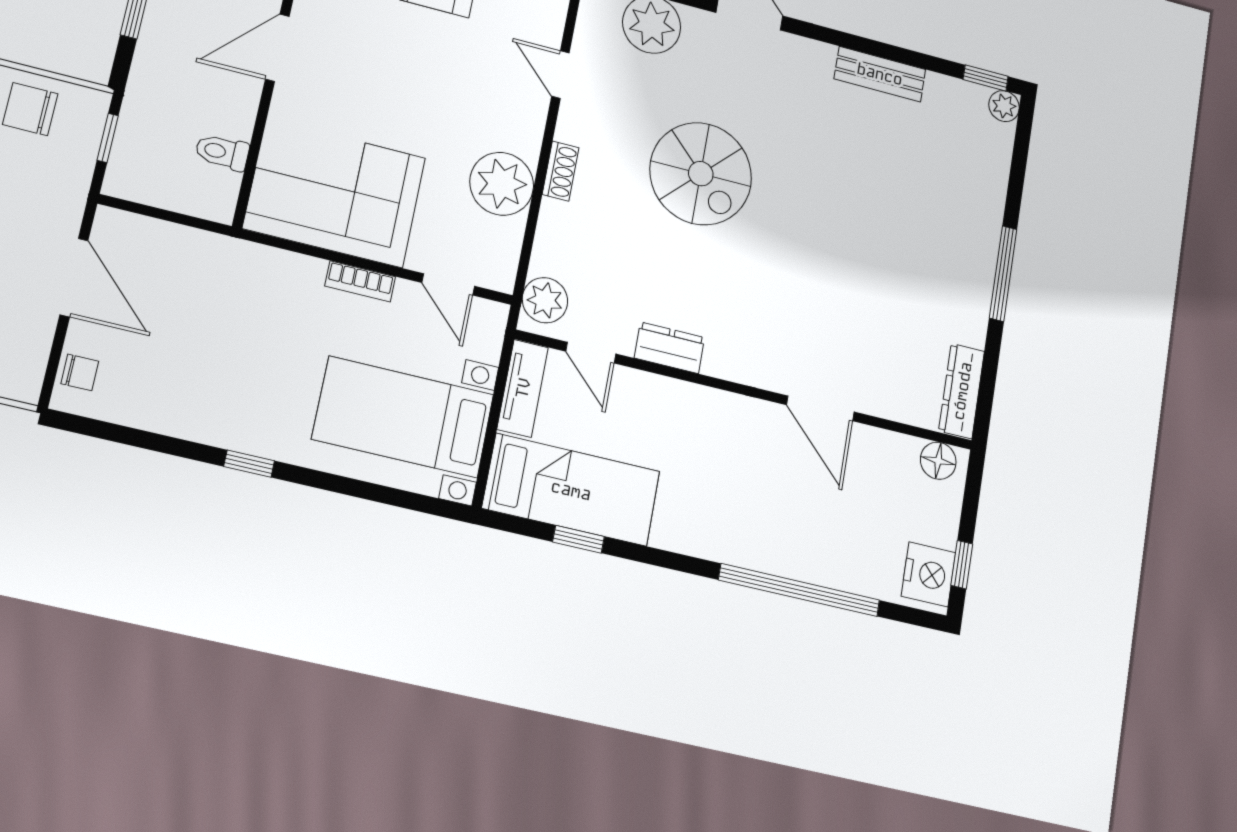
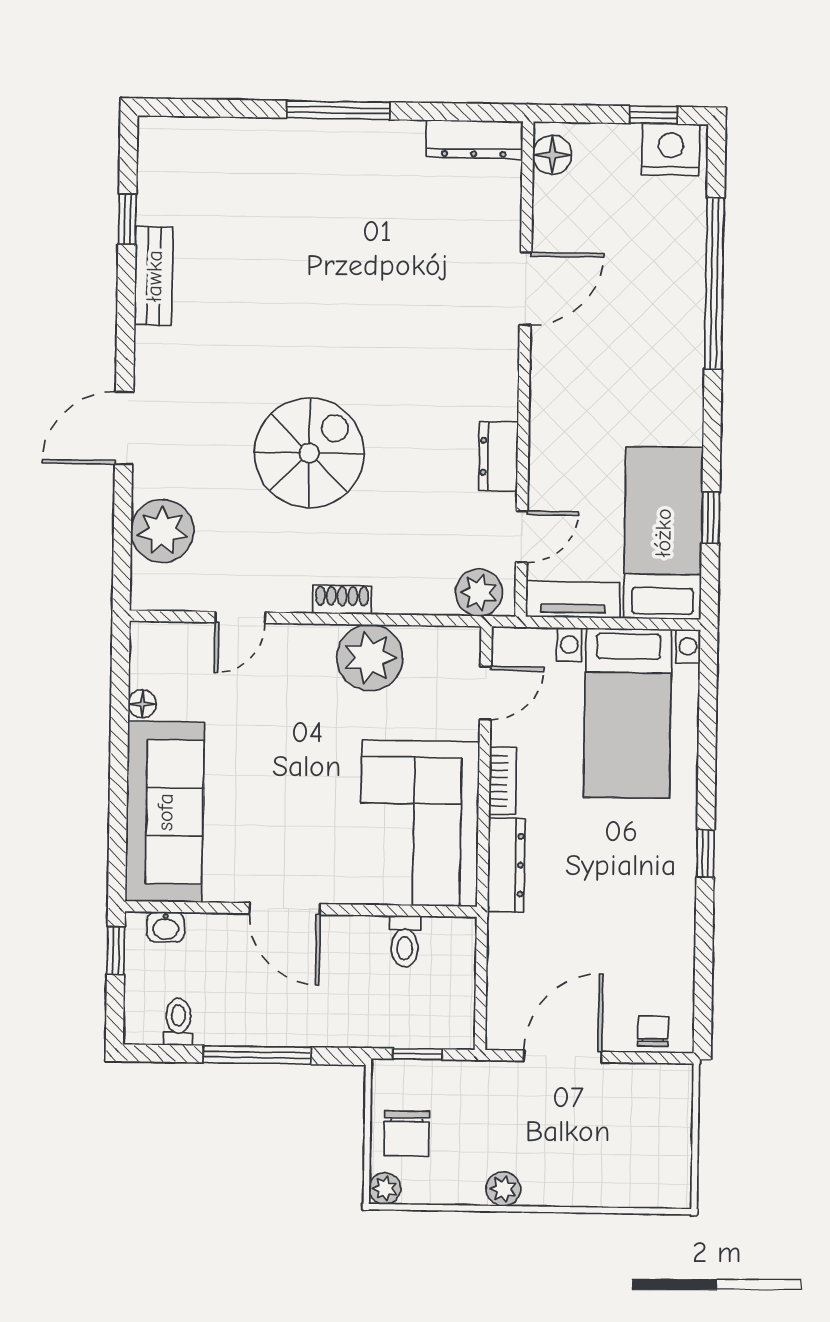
window: (986, 78) -> (127, 219), moved
plant: (1004, 106) -> (154, 133), removed
dresser: (277, 266) -> (506, 865), added

